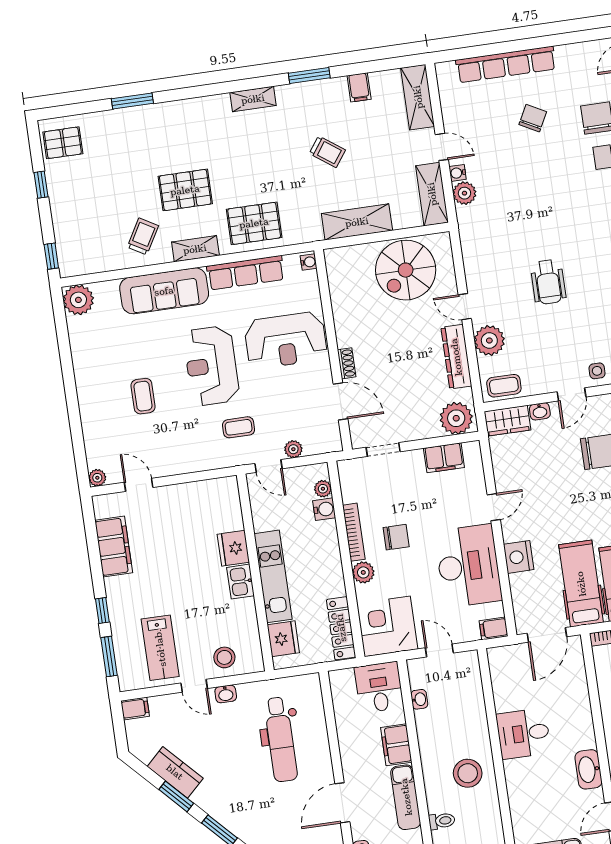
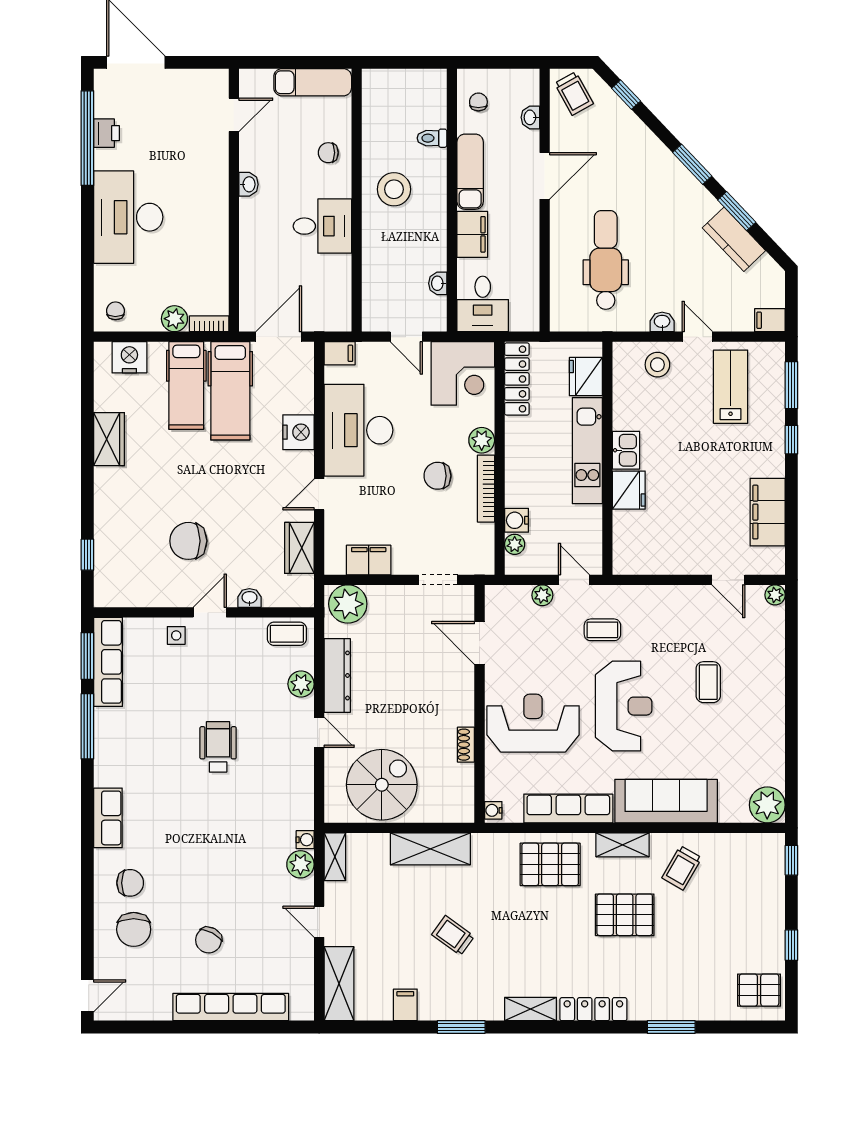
locker: (200, 107) -> (593, 1009), added
water cooler: (458, 173) -> (305, 840), moved
shelving: (432, 194) -> (335, 857), width x0.67, depth x0.75
plant: (489, 341) -> (301, 684), width x0.73, depth x0.73
shoe rack: (347, 363) -> (466, 745), moved
wardrobe: (507, 421) -> (299, 548), moved, turned -90
washbasin: (589, 769) -> (249, 184), width x0.52, depth x0.69
chair: (527, 796) -> (328, 153), added

